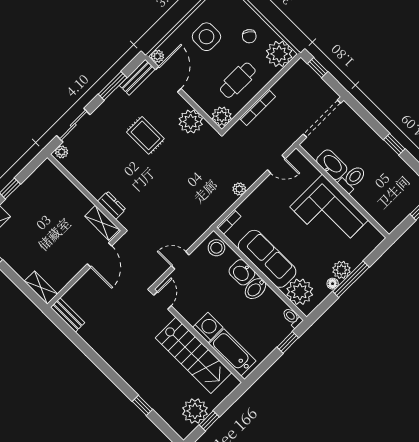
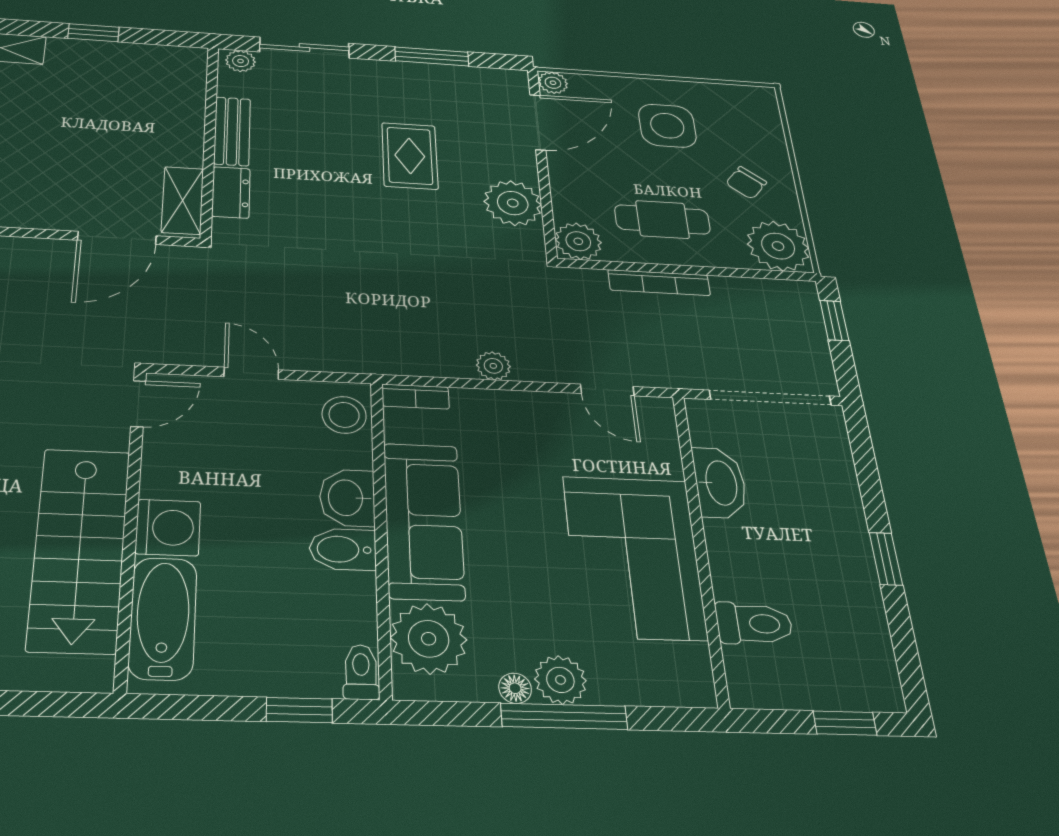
bench: (137, 77) -> (232, 131), moved, turned 90
toilet: (352, 179) -> (754, 624), moved

